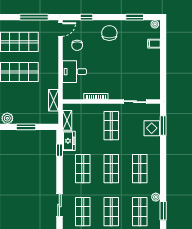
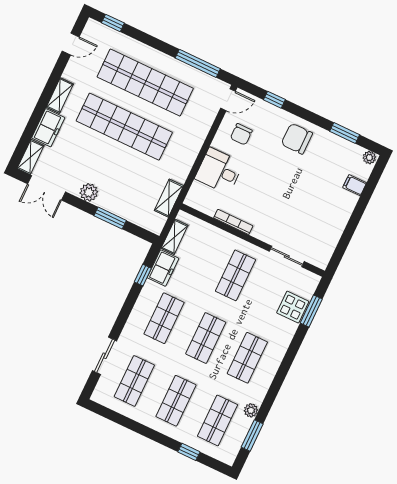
chair: (109, 33) -> (297, 139), turned -90

